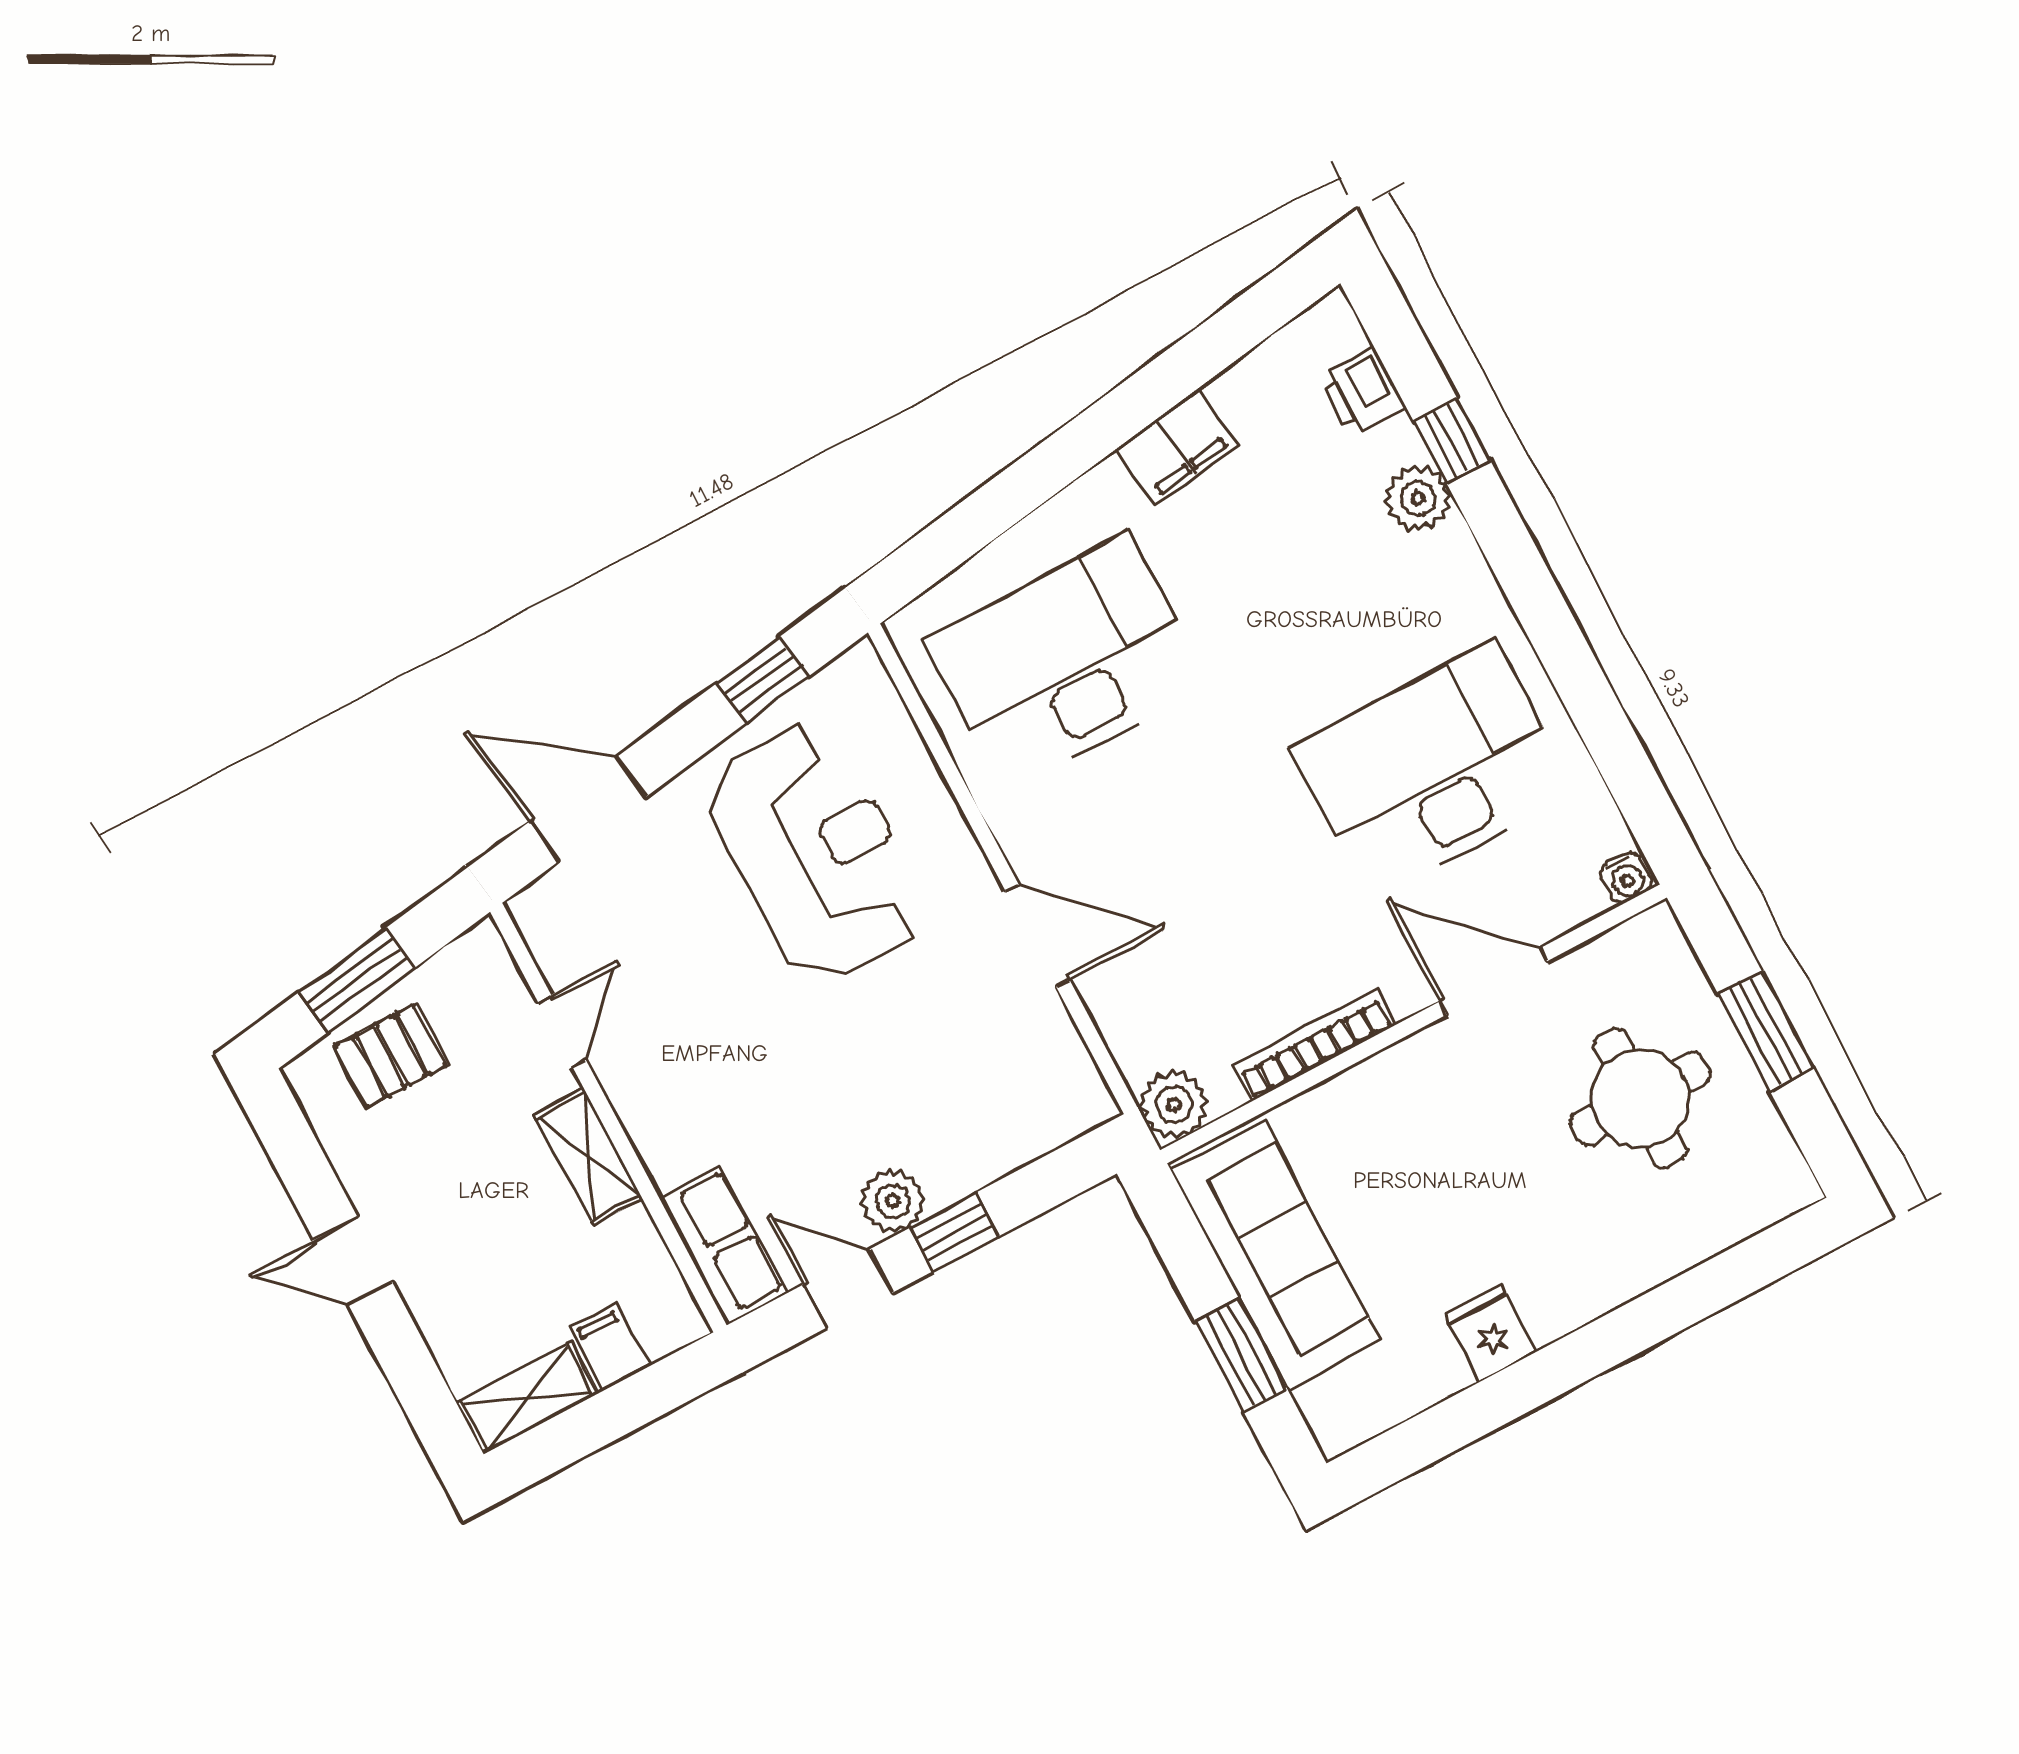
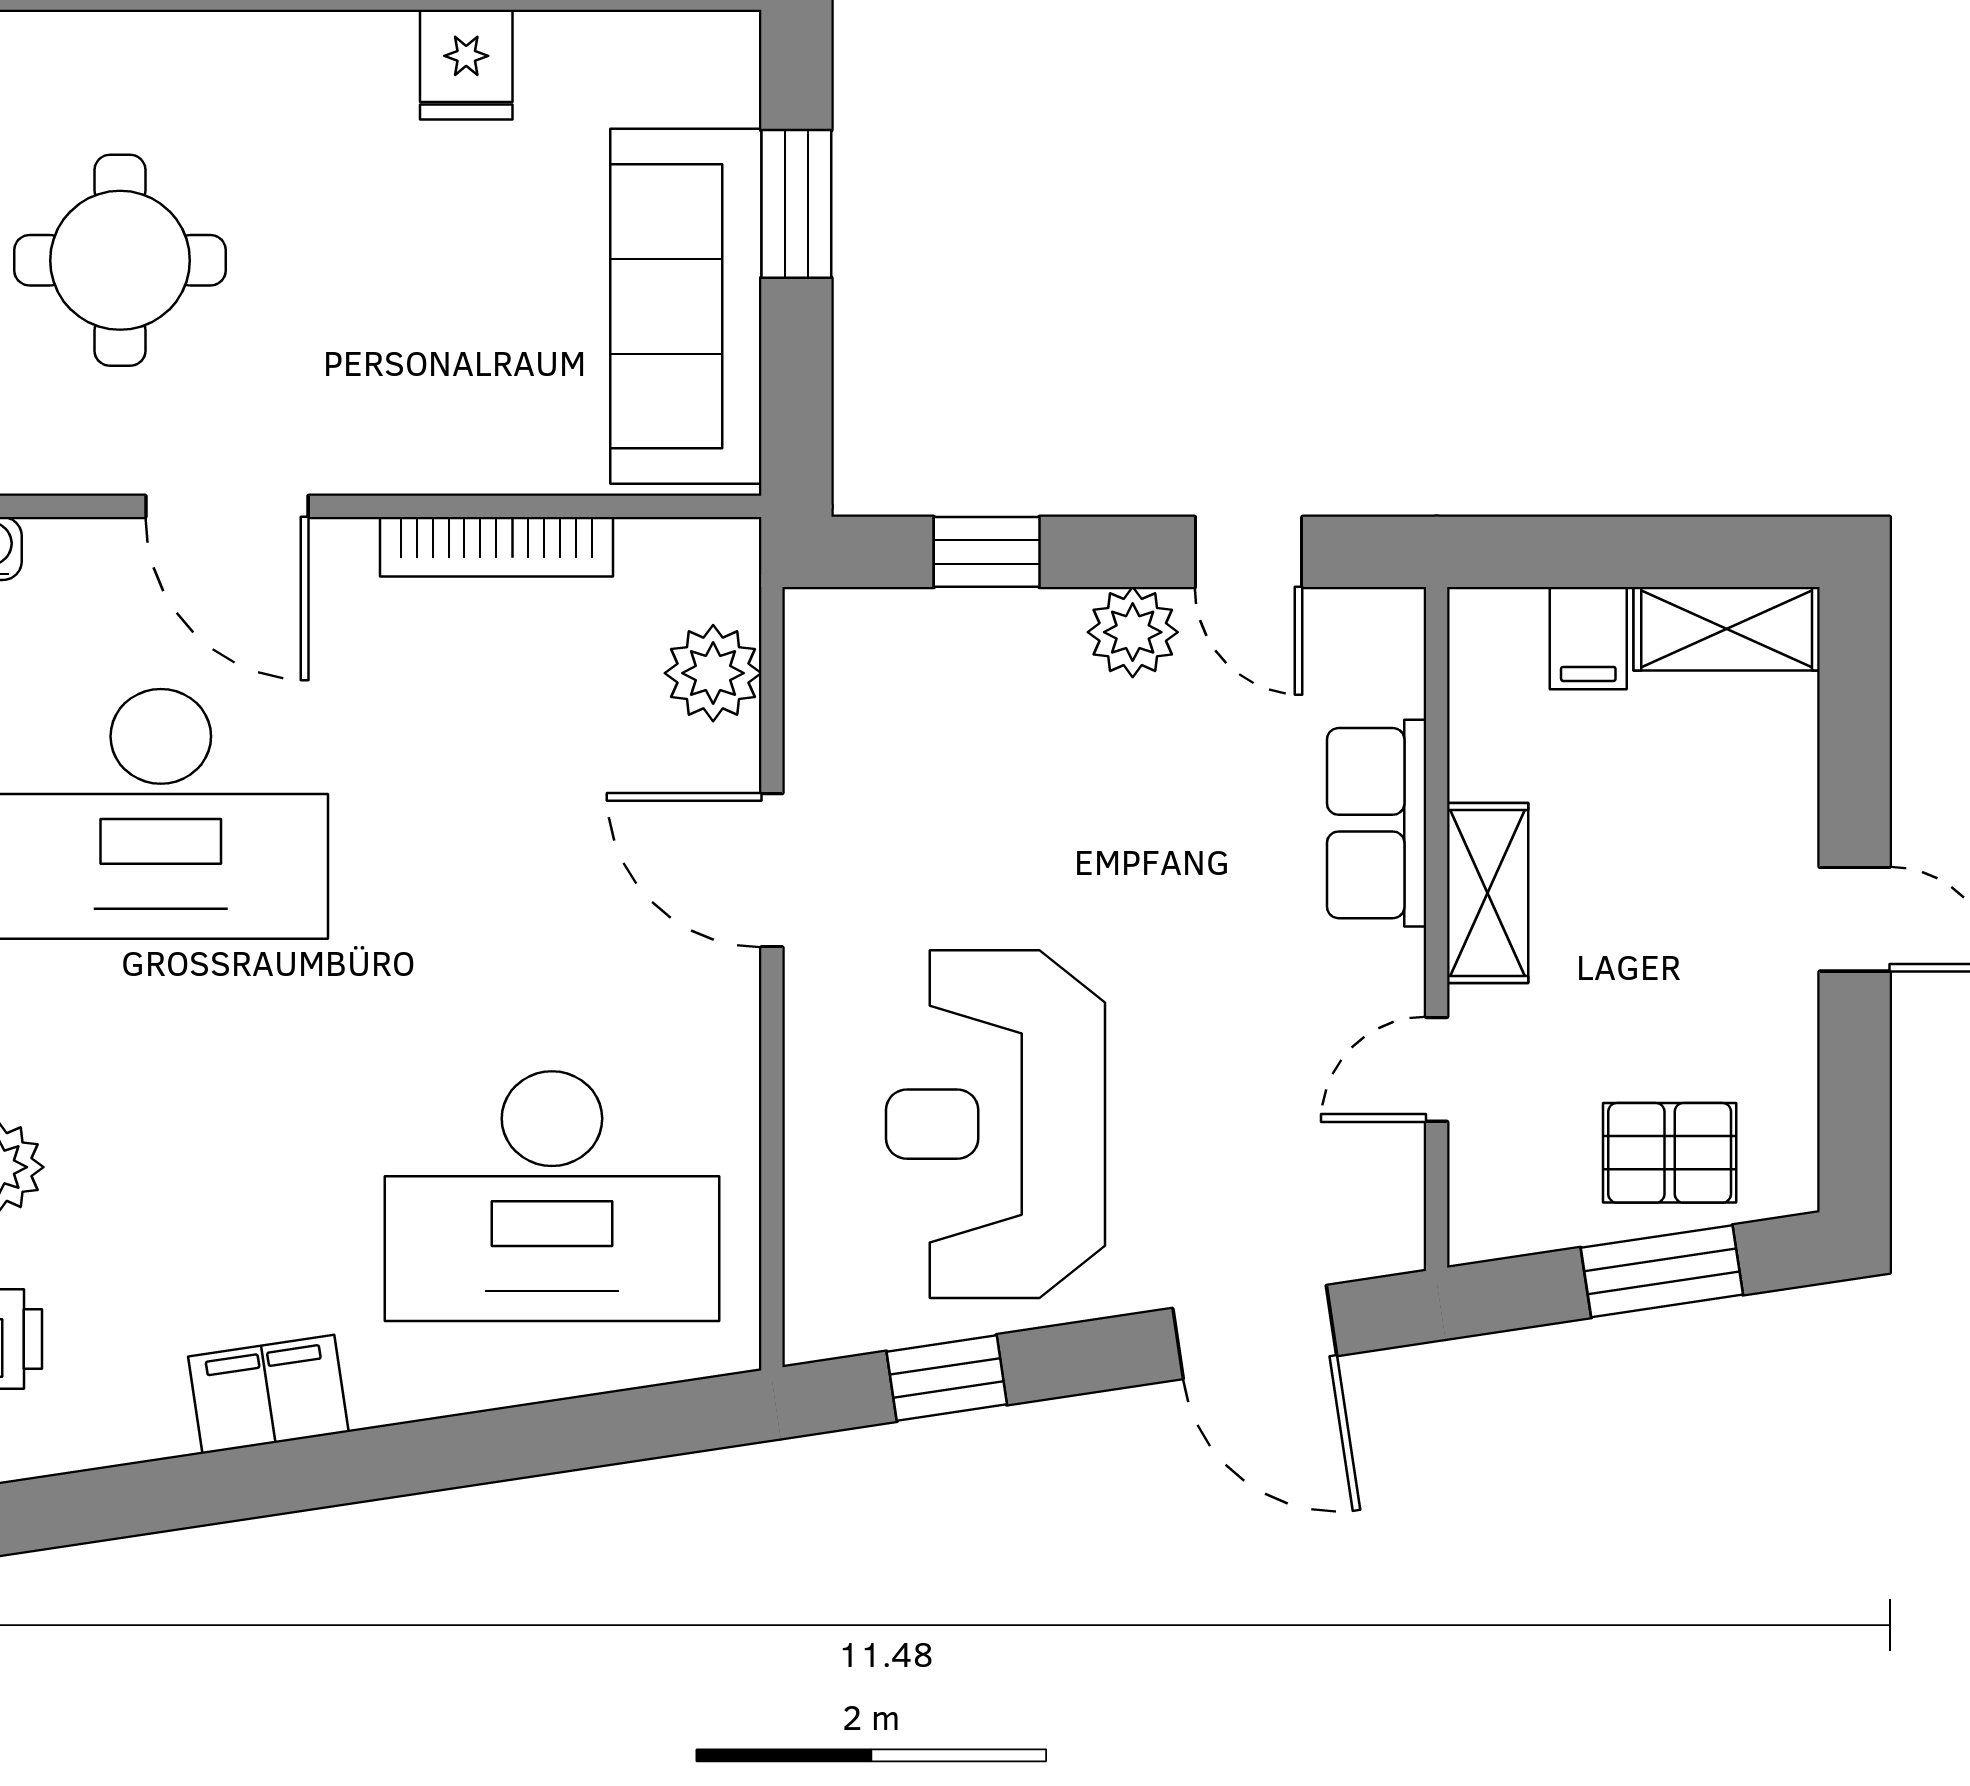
plant: (1174, 1105) -> (713, 673), moved
window: (955, 1232) -> (987, 552), moved
row of seats: (723, 1245) -> (1377, 823), moved

